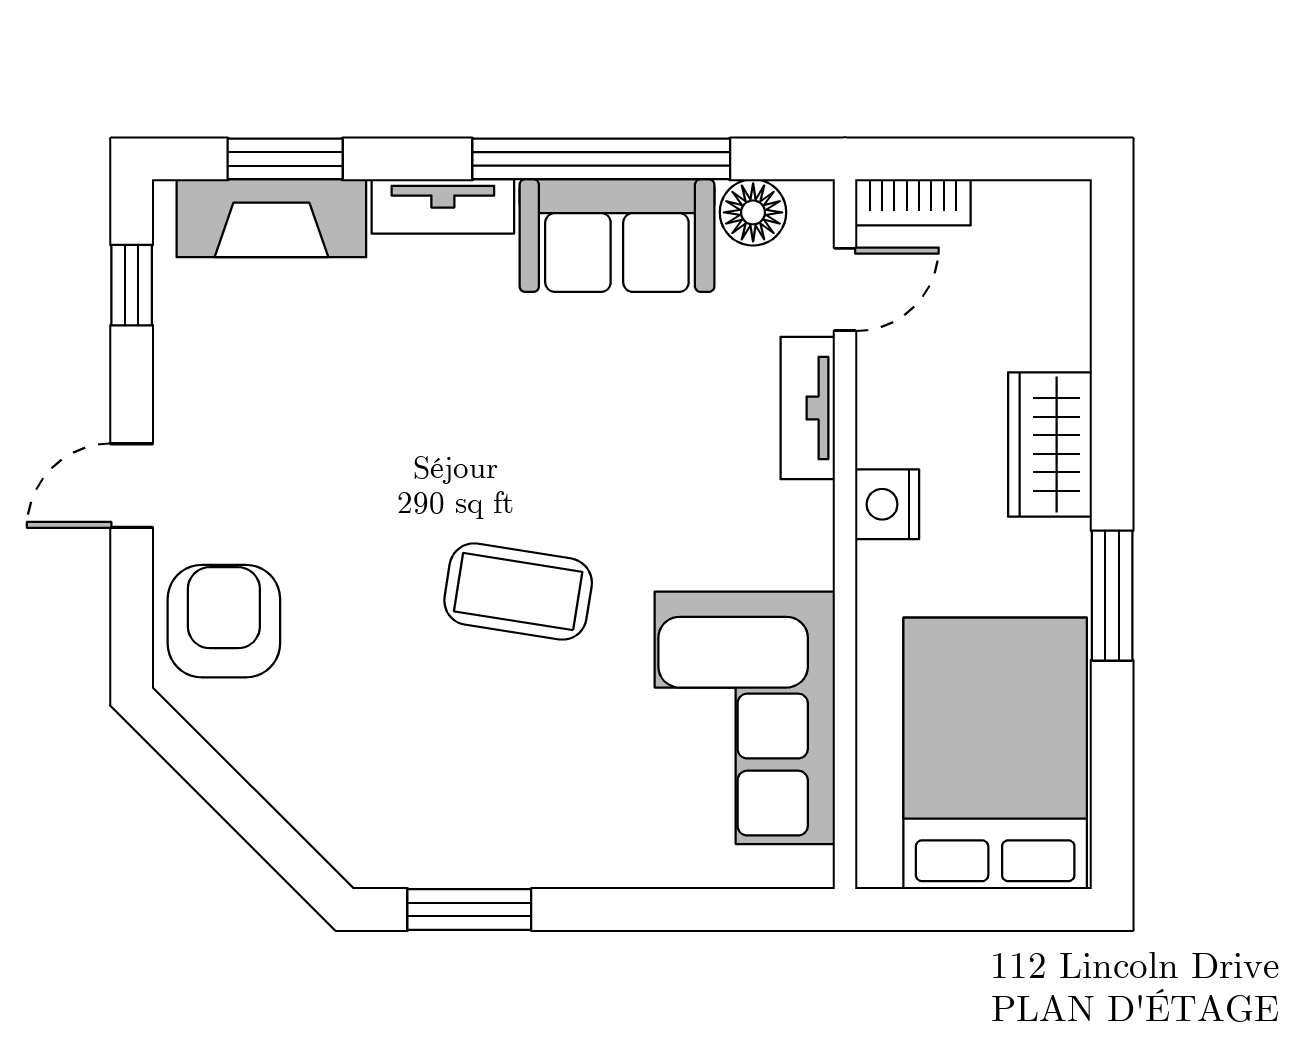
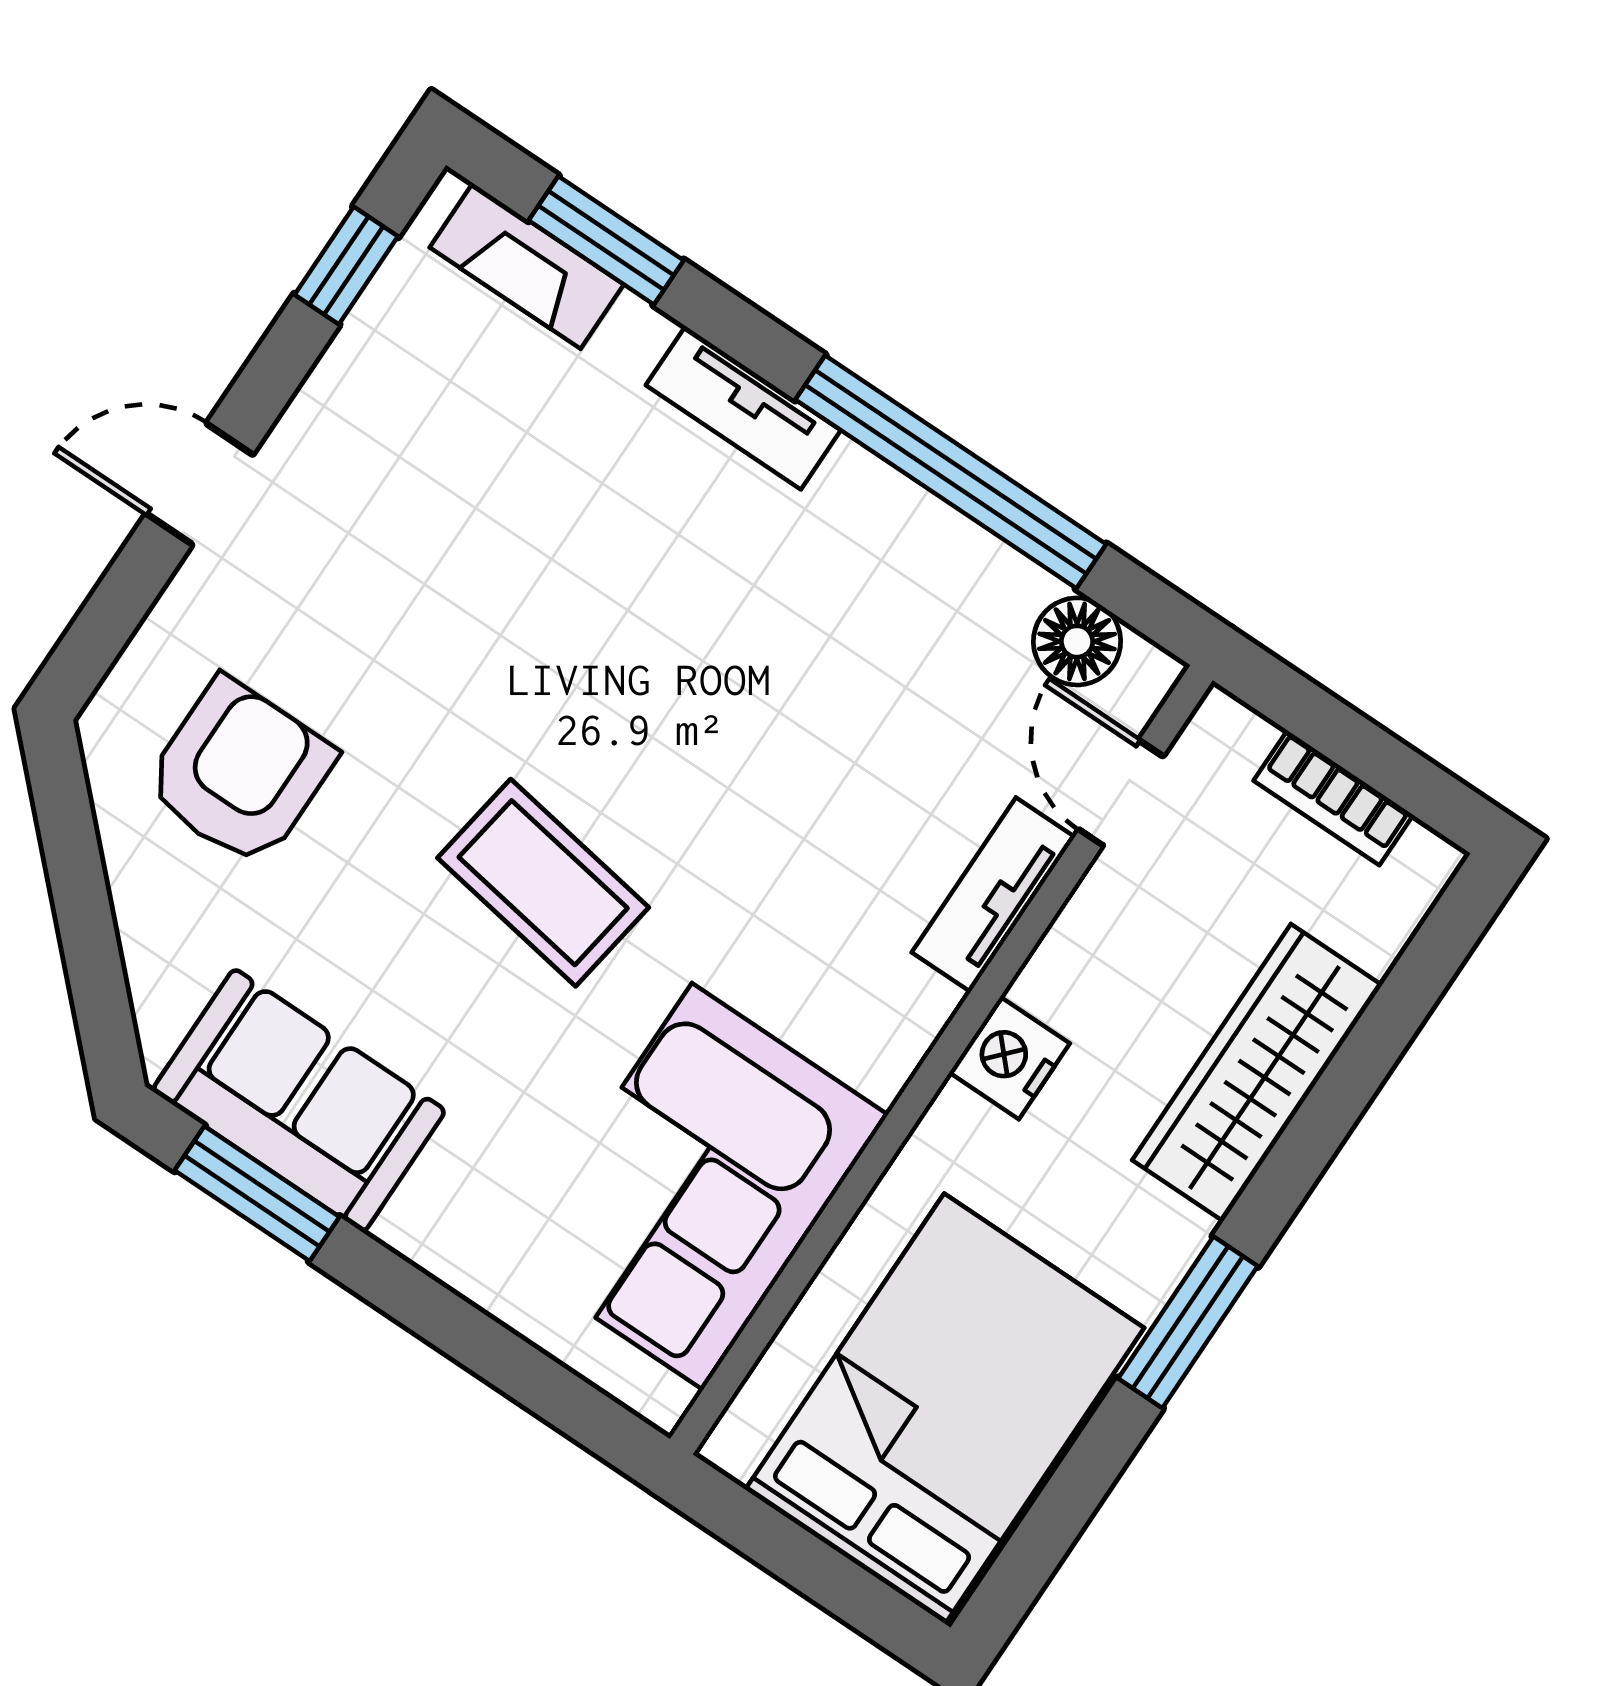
bookcase: (913, 202) -> (1333, 798), moved
fireplace: (271, 218) -> (527, 266), width x0.73, depth x0.76
sofa: (617, 236) -> (299, 1100), moved, turned 180
door: (845, 289) -> (1121, 793), swing flipped
wardrobe: (1050, 444) -> (1257, 1073), width x1.50
armchair: (224, 621) -> (240, 772), moved

